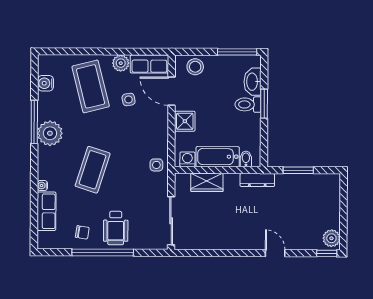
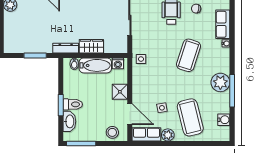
wardrobe: (207, 182) -> (91, 46), moved

